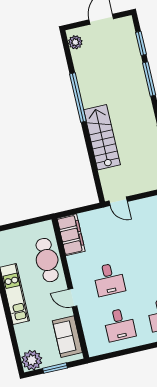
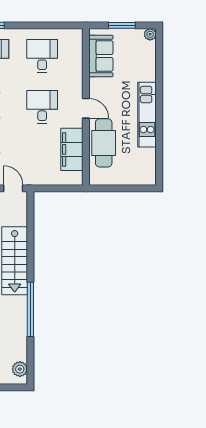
filing cabinet: (71, 235) -> (72, 149), moved
door: (73, 298) -> (86, 108), moved
plant: (32, 360) -> (150, 34), width x0.53, depth x0.53

